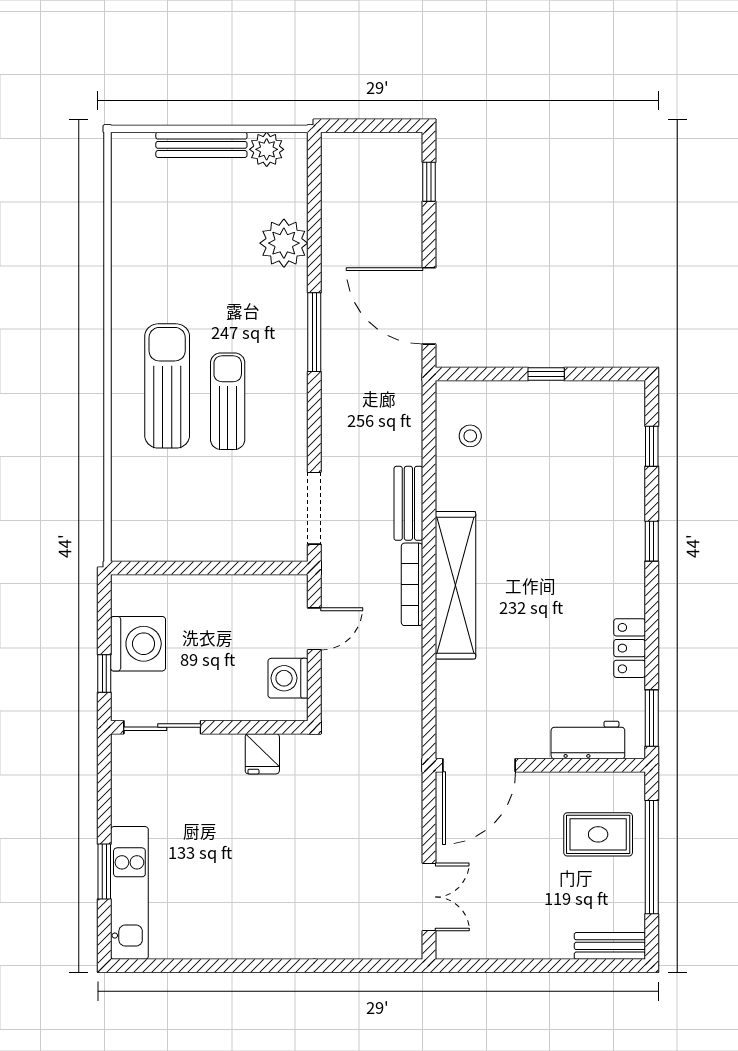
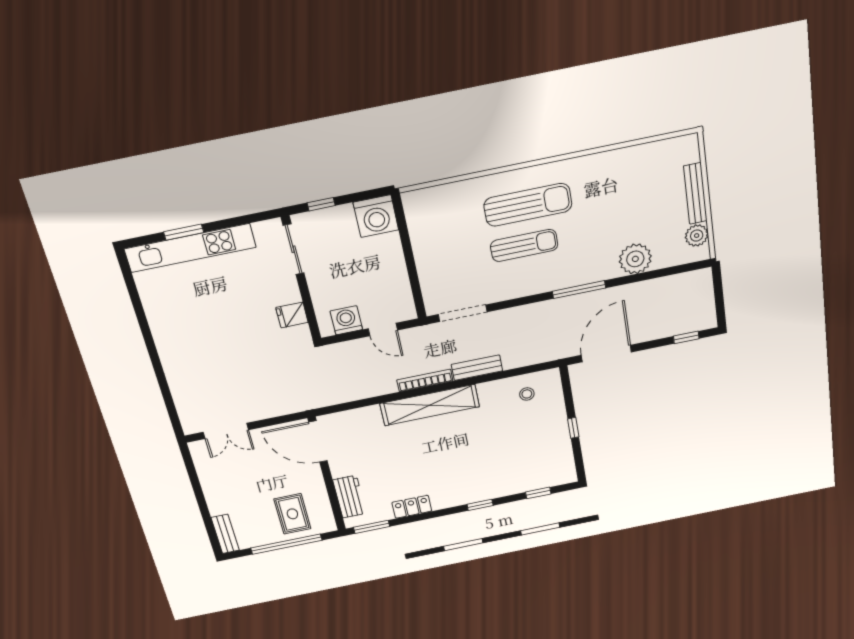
washing machine: (138, 644) -> (376, 216), moved
kitchen unit: (129, 893) -> (190, 248), width x1.36

